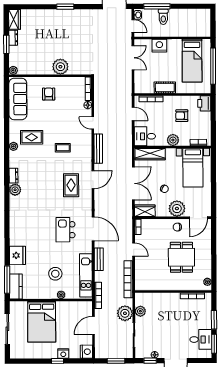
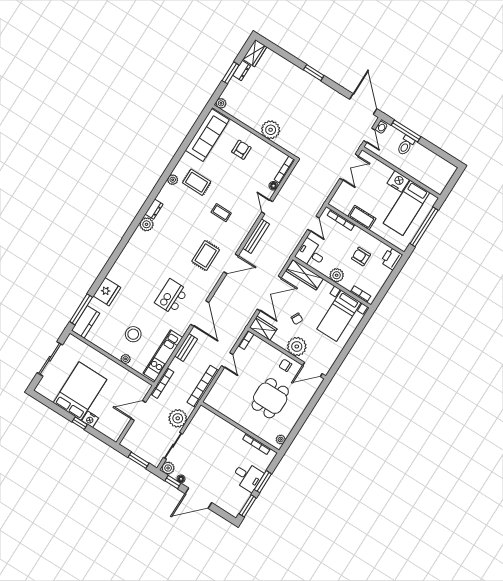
nightstand: (159, 46) -> (398, 181), moved
plant: (140, 311) -> (168, 468), moved
bed: (42, 322) -> (80, 391), moved, turned 180
desk: (201, 339) -> (248, 476), moved
nightstand: (86, 352) -> (115, 432), removed

